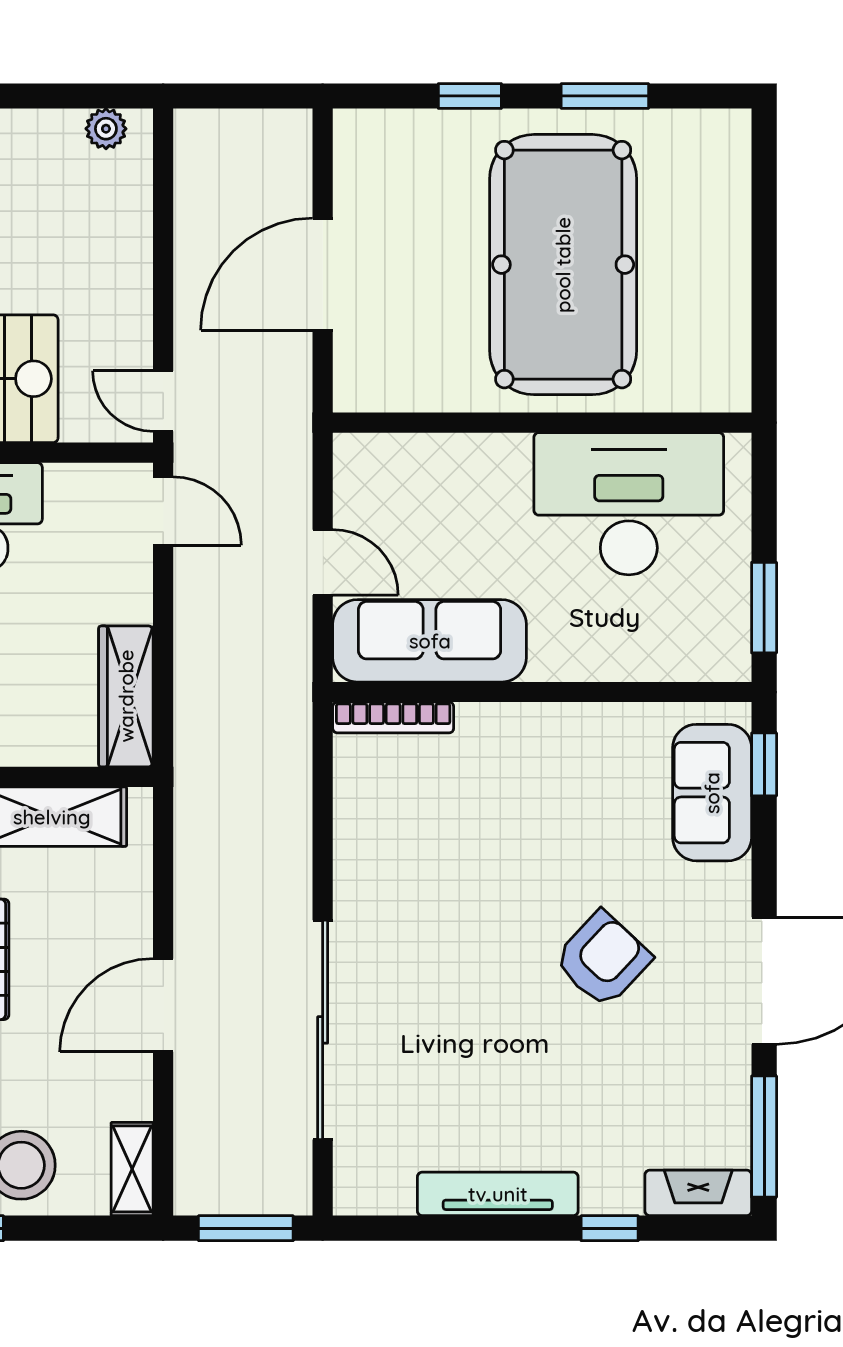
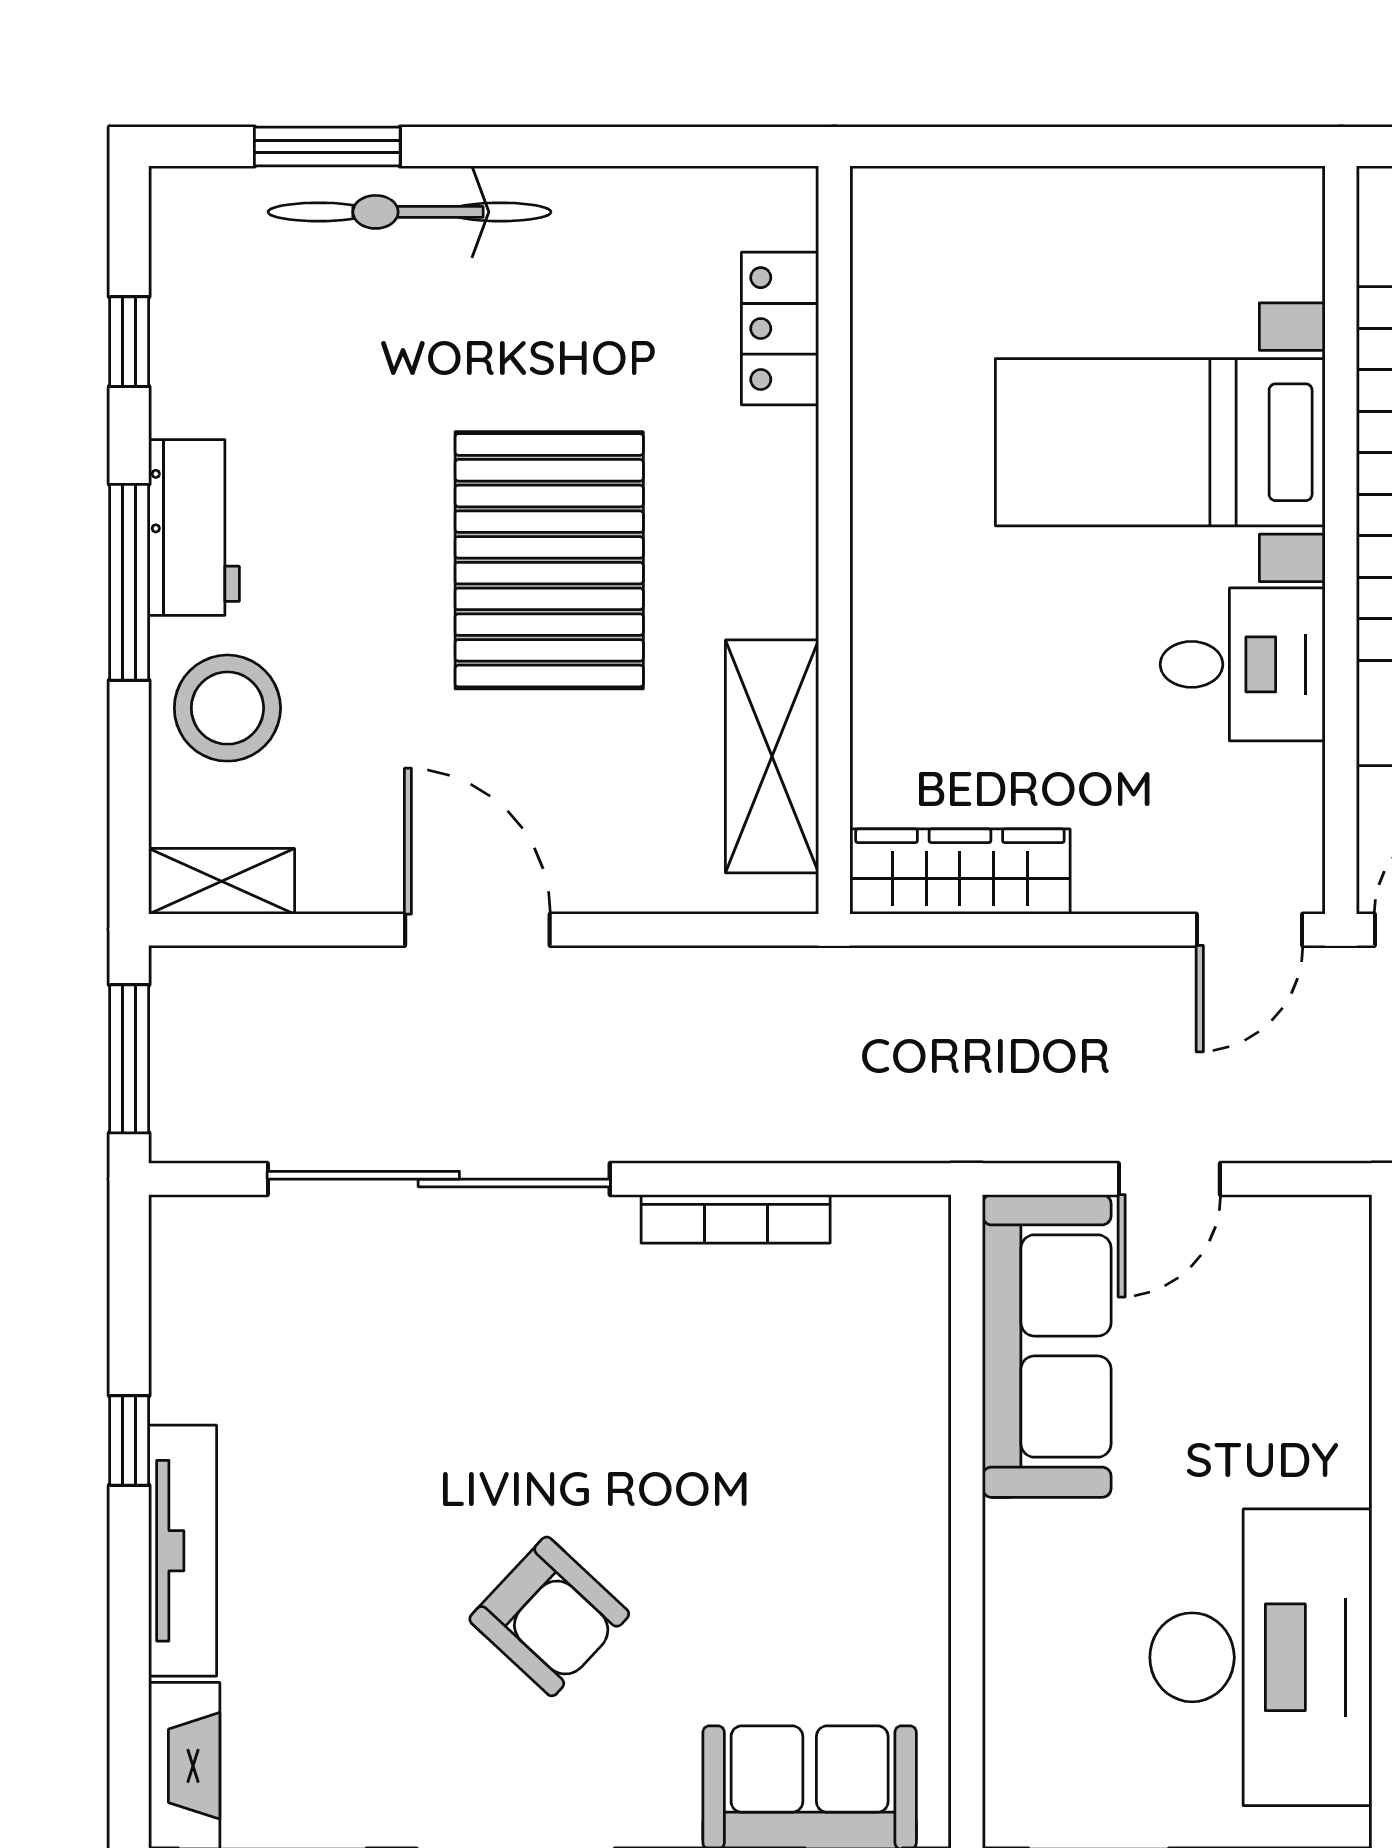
bookcase: (393, 717) -> (736, 1219), moved, turned -90
tv unit: (498, 1194) -> (183, 1551), moved
window: (610, 1228) -> (129, 1441), moved

